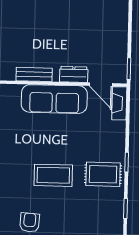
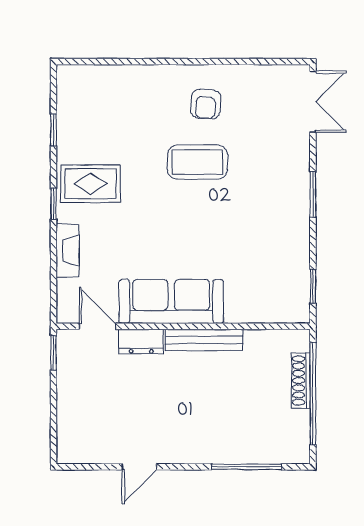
bench: (34, 74) -> (204, 340), width x1.36
fireplace: (119, 103) -> (68, 251), moved
coffee table: (53, 175) -> (197, 162), moved

